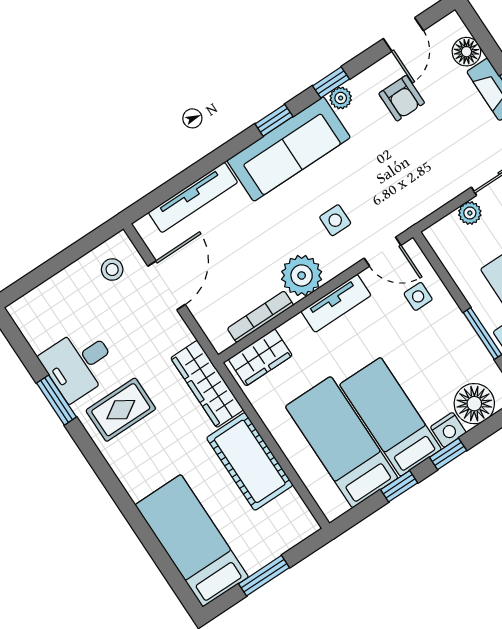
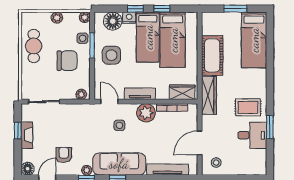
floor lamp: (466, 52) -> (28, 169), moved
plant: (470, 213) -> (81, 94), moved
side table: (418, 296) -> (111, 55), moved, width x1.87, depth x1.87

